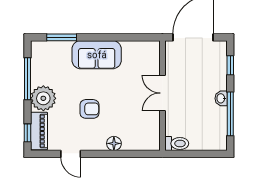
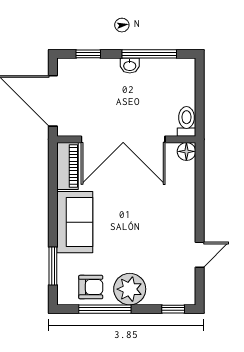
double door: (162, 93) -> (123, 139), width x1.87
armchair: (89, 109) -> (91, 287), moved, turned 90
piano: (39, 131) -> (68, 166), moved, turned 90
floor lamp: (114, 143) -> (186, 151), moved

